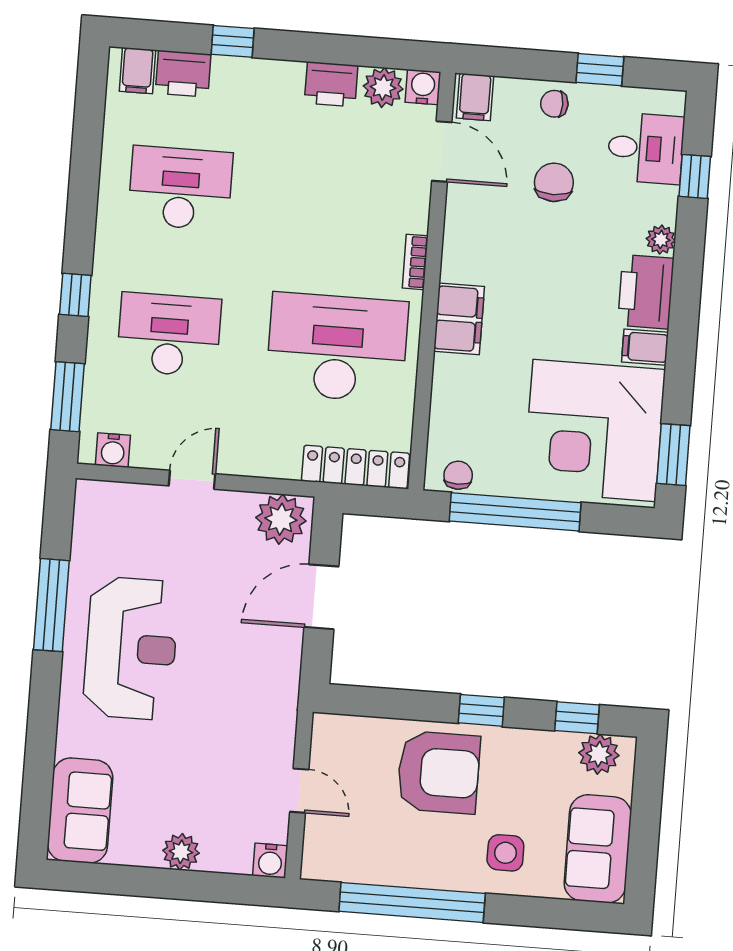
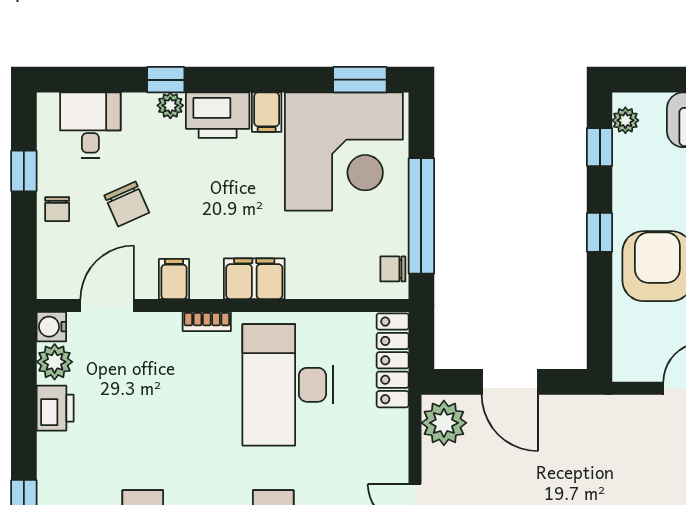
filing cabinet: (475, 97) -> (174, 279), moved, turned -90
window: (695, 176) -> (166, 80), moved
chair: (554, 182) -> (127, 204), turned -114
plant: (599, 754) -> (625, 120), width x0.73, depth x0.73

